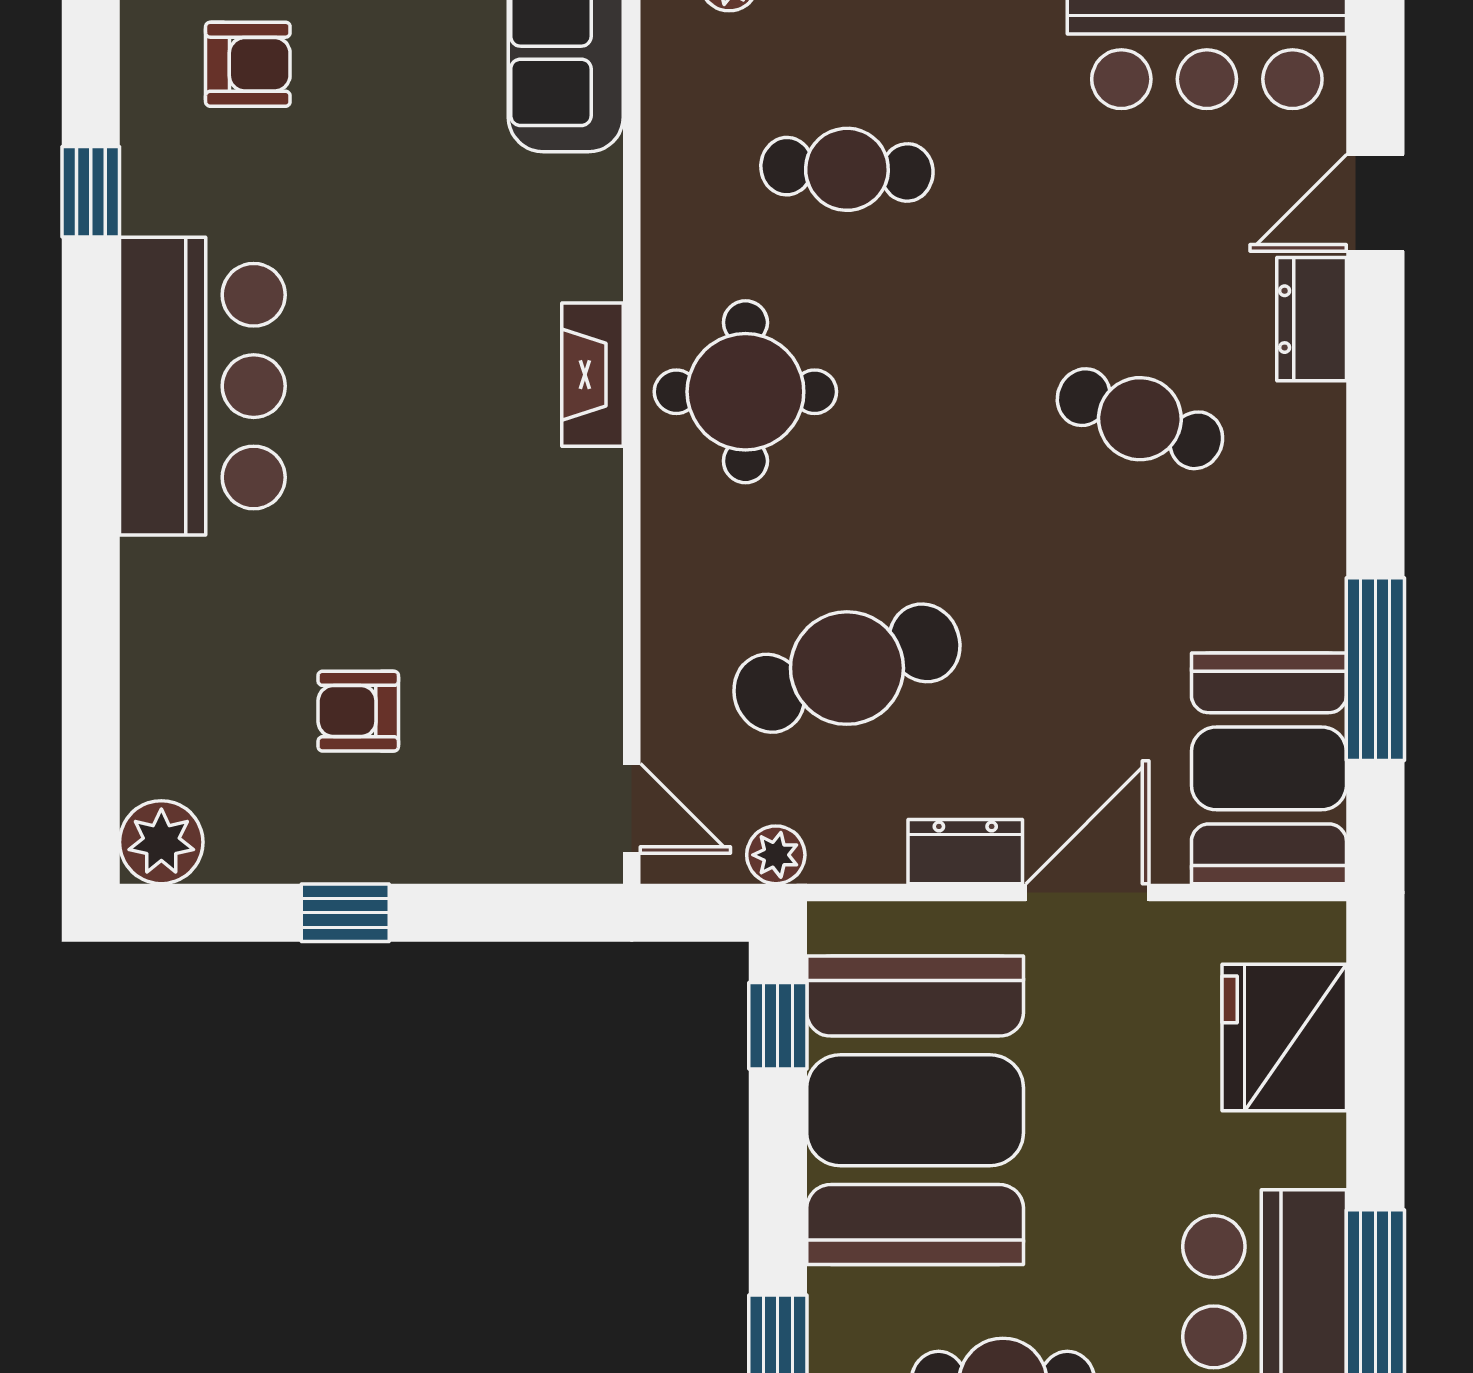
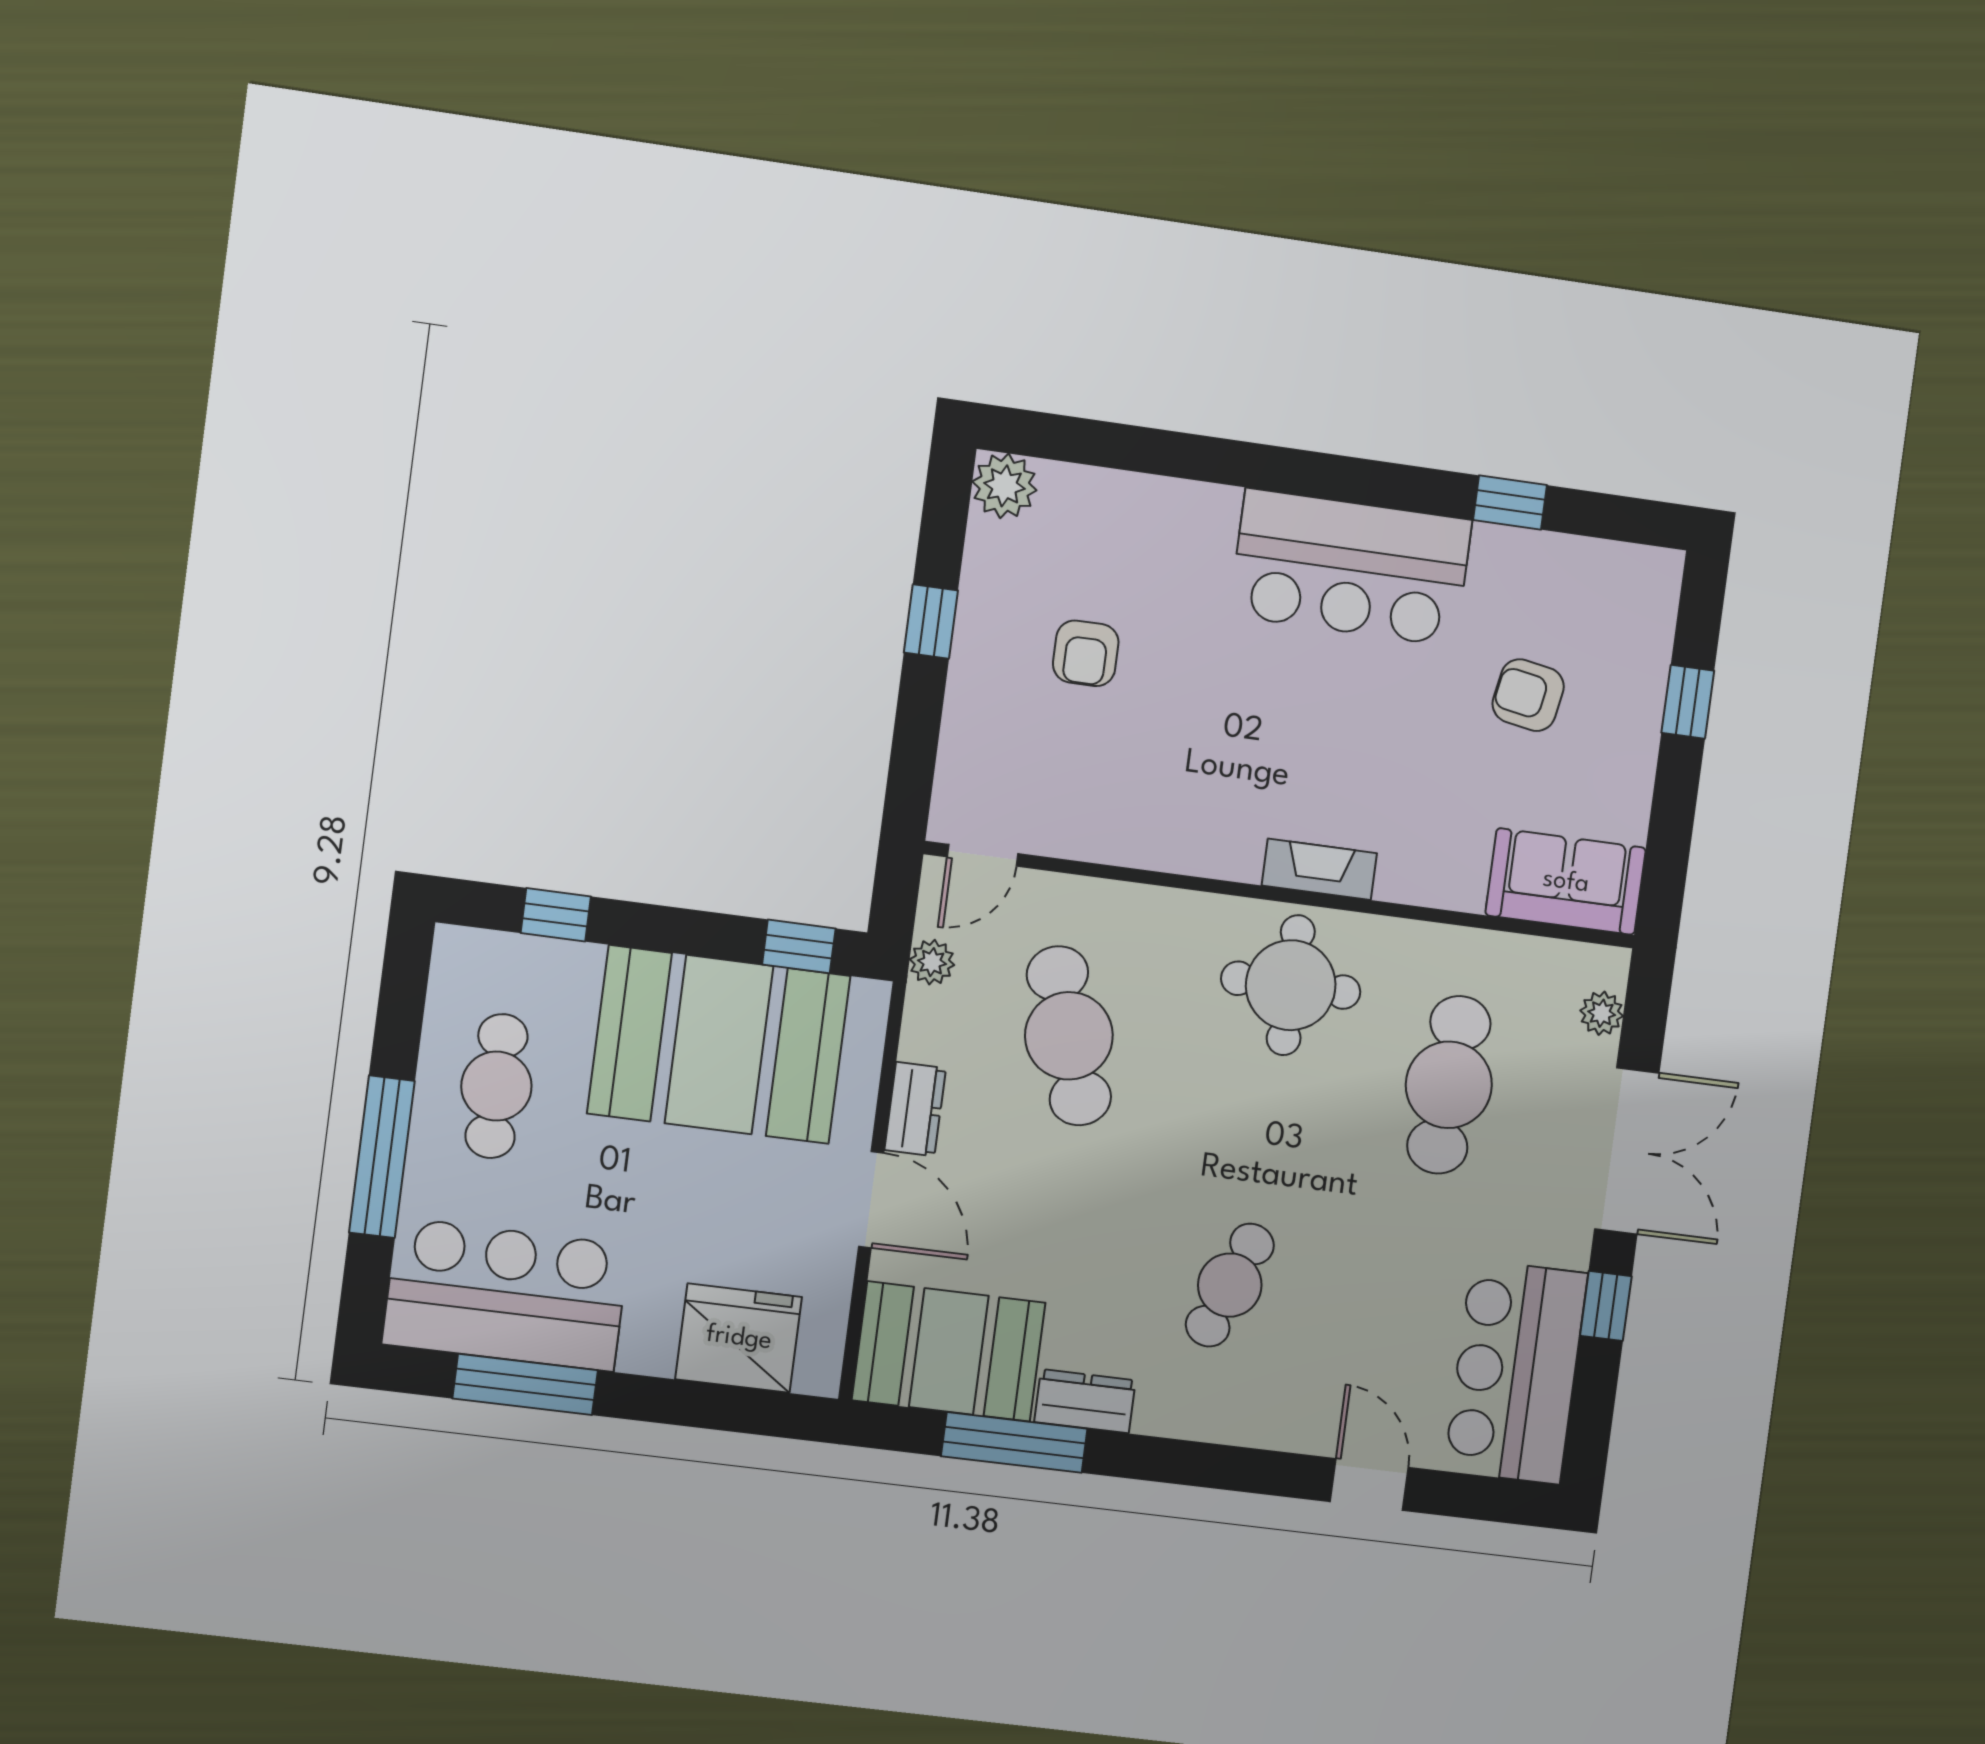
armchair: (248, 64) -> (1528, 695), moved, turned 100
cafe table: (847, 169) -> (1449, 1085), width x1.37, depth x1.35
dresser: (1312, 319) -> (1085, 1401), moved
armchair: (358, 711) -> (1086, 653), turned 180

